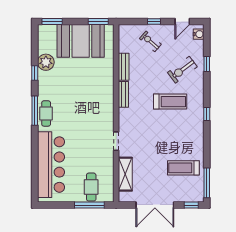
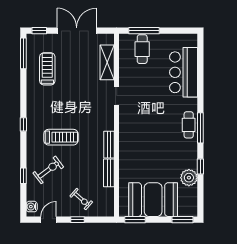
treadmill: (170, 102) -> (61, 137), turned 180
bar counter: (51, 165) -> (184, 72), width x0.73
treadmill: (183, 168) -> (47, 69), turned -90

